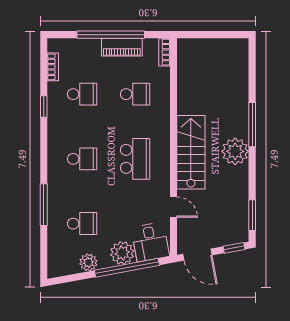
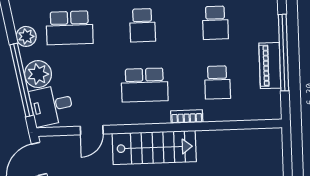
bookcase: (165, 52) -> (187, 117), moved
school desk: (82, 224) -> (70, 28), width x1.85

